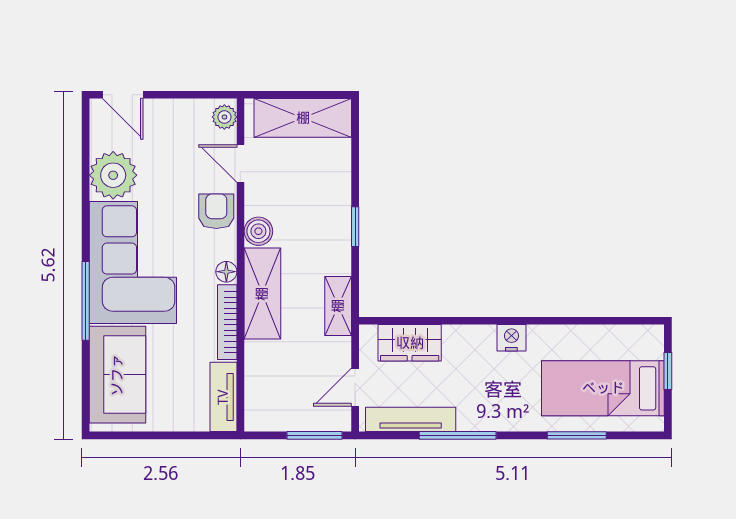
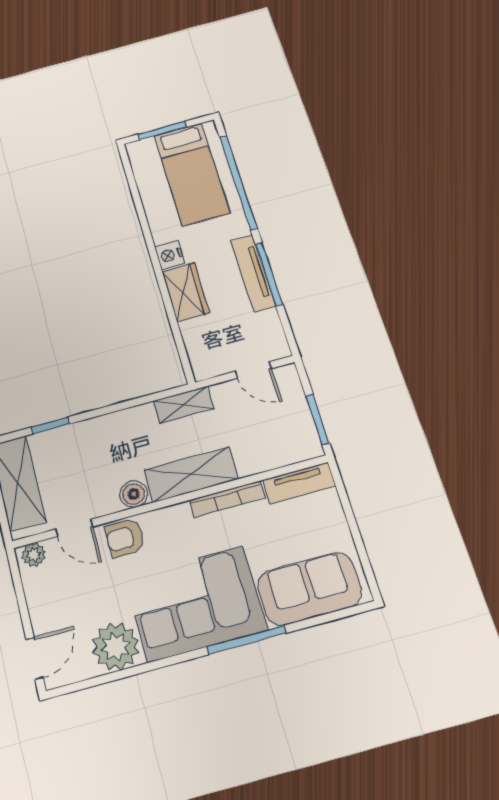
door: (240, 163) -> (74, 528), hinge flipped
window: (355, 227) -> (50, 426), moved
floor lamp: (226, 272) -> (180, 513), removed
wardrobe: (410, 343) -> (186, 292), moved
window: (668, 371) -> (162, 131), width x1.50
tv unit: (411, 419) -> (253, 273), moved
window: (314, 435) -> (318, 420), moved
window: (577, 435) -> (238, 182), width x2.11

